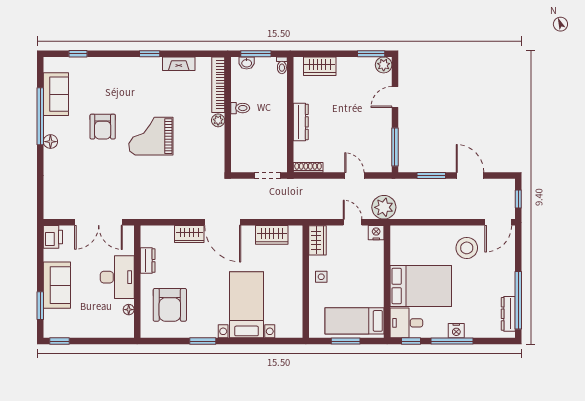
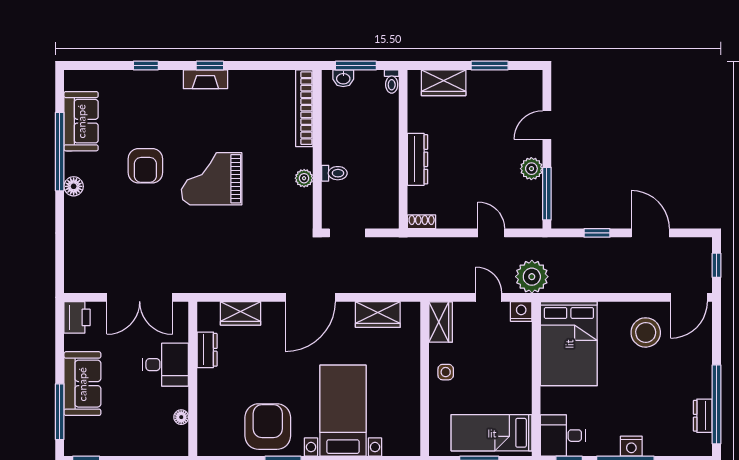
window: (78, 54) -> (146, 66), moved
window: (371, 54) -> (490, 66), moved
fireplace: (179, 64) -> (205, 79), moved
plant: (384, 65) -> (531, 169), moved
toilet: (240, 108) -> (334, 173), moved
plant: (218, 120) -> (304, 178), moved
shoe rack: (308, 167) -> (422, 222), width x0.70
doorway: (268, 176) -> (347, 233), moved
window: (431, 176) -> (597, 233), width x0.67
door: (223, 222) -> (310, 297), hinge flipped
wardrobe: (189, 234) -> (241, 313), moved
desk: (117, 277) -> (165, 365), width x0.73
bed: (421, 286) -> (569, 344), moved, turned 90
armchair: (170, 305) -> (268, 427), moved, turned 180
window: (40, 306) -> (60, 412), width x1.44
dresser: (508, 314) -> (703, 416), width x0.70

